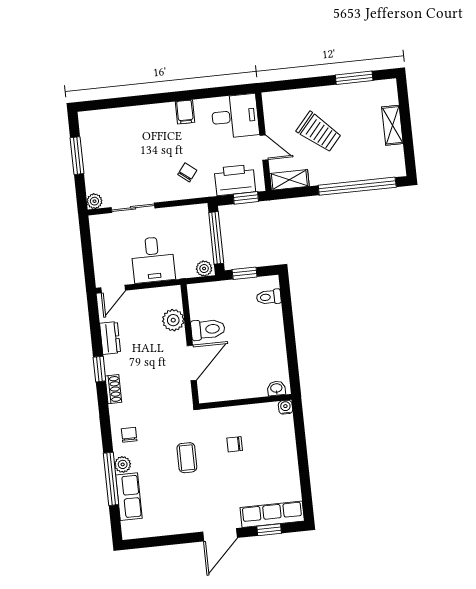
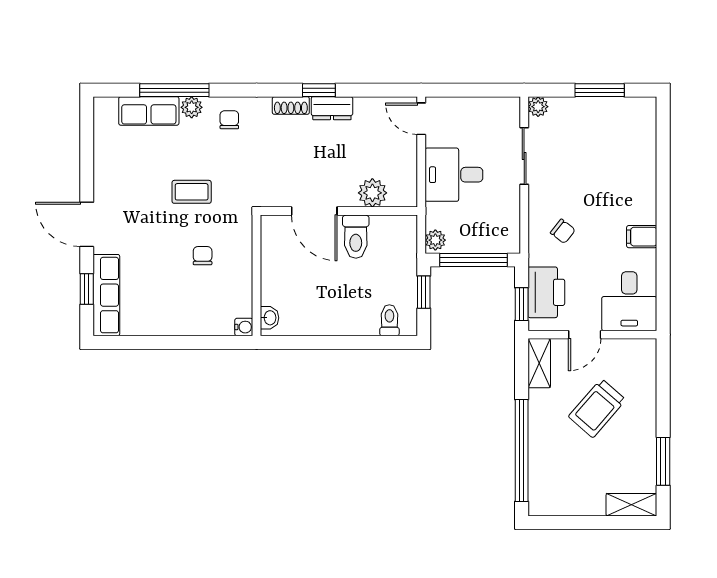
shelving: (392, 125) -> (631, 505), moved
dresser: (110, 338) -> (332, 108), moved
chair: (129, 435) -> (229, 120), turned -90

